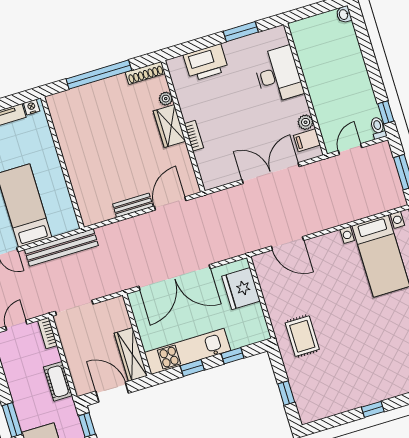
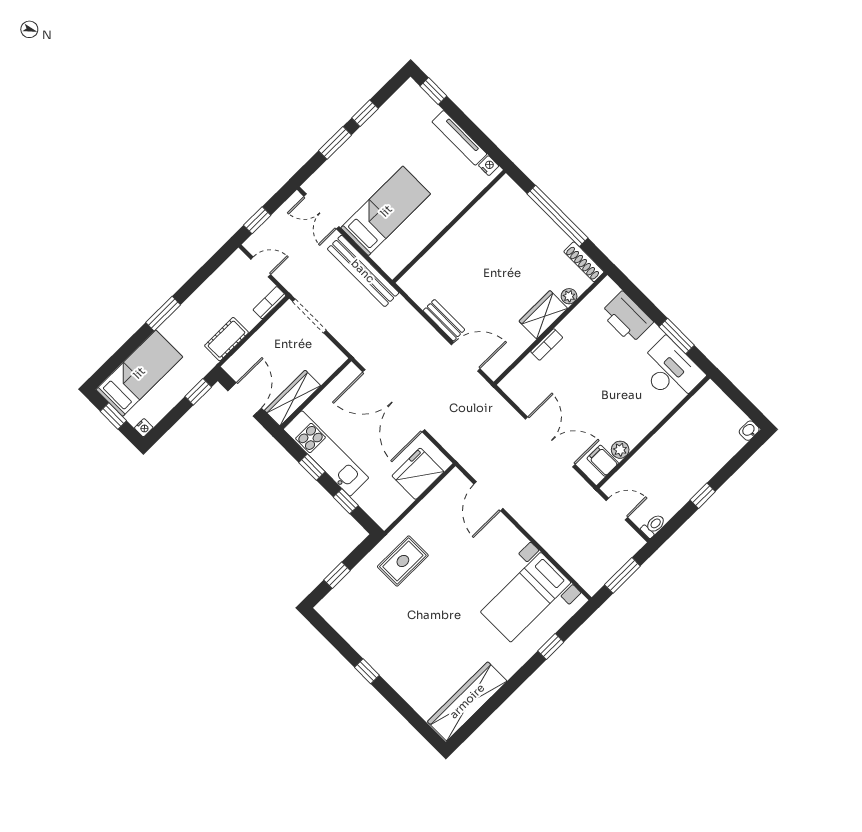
desk: (278, 75) -> (670, 371), moved, turned -90
window: (386, 112) -> (703, 496), moved

